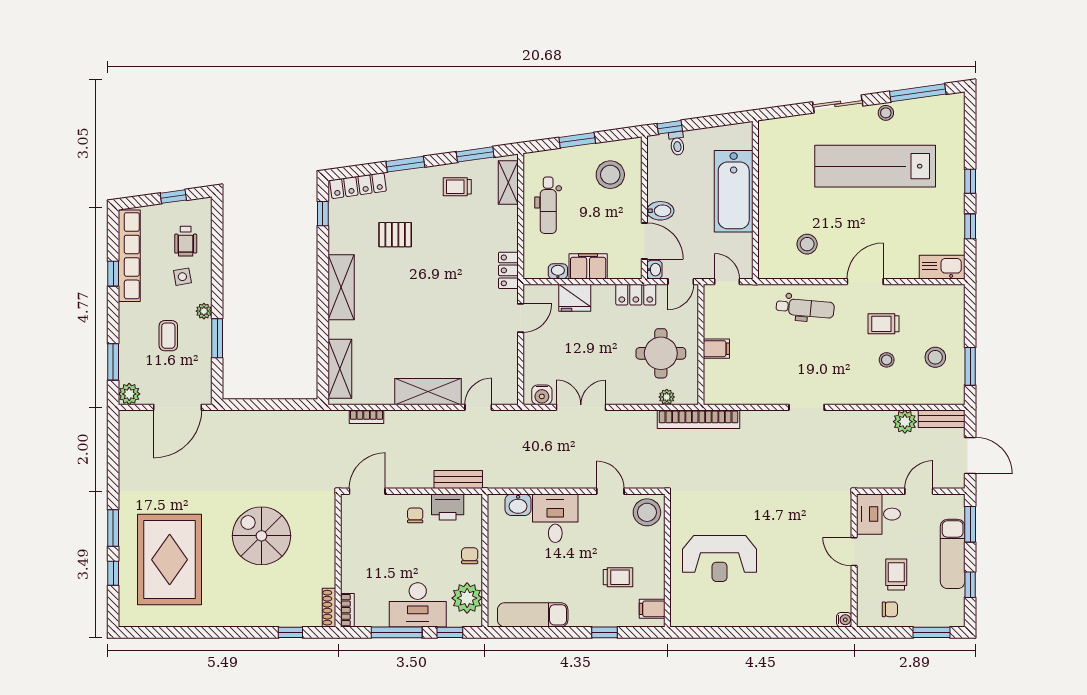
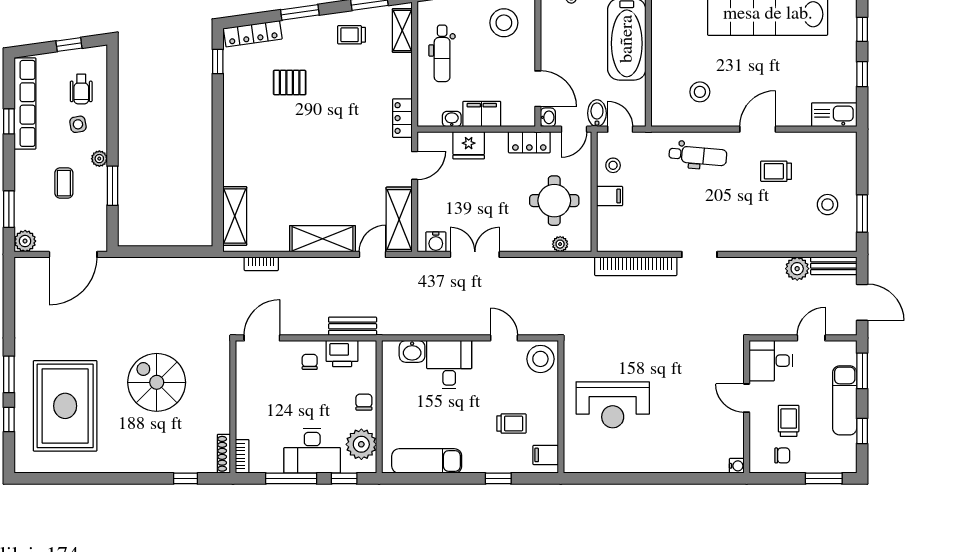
bidet: (660, 211) -> (597, 113), moved, turned -90
shelving: (341, 287) -> (399, 220), moved
stool: (887, 360) -> (613, 165), moved
bookcase: (699, 419) -> (636, 266), moved

